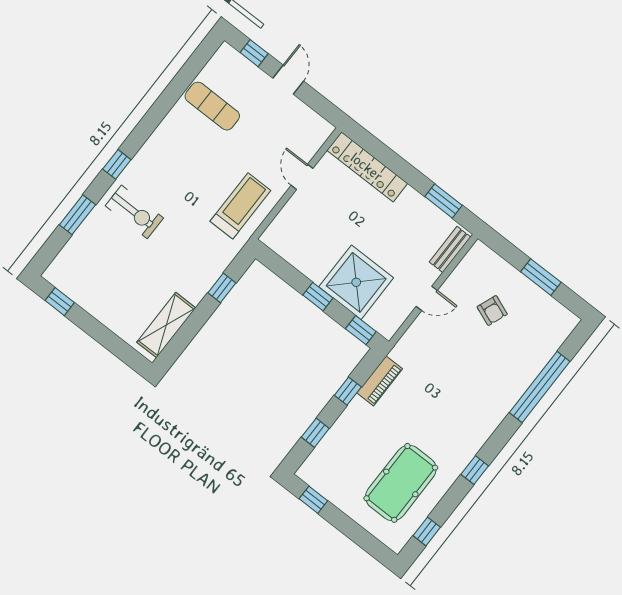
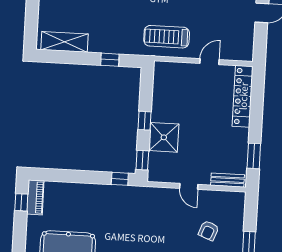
treadmill: (240, 206) -> (167, 37), turned 180
shower: (356, 282) -> (164, 137), width x0.73, depth x0.73
piano: (380, 381) -> (35, 197), moved, turned -90
window: (348, 391) -> (120, 179), moved
window: (315, 433) -> (62, 176), removed

